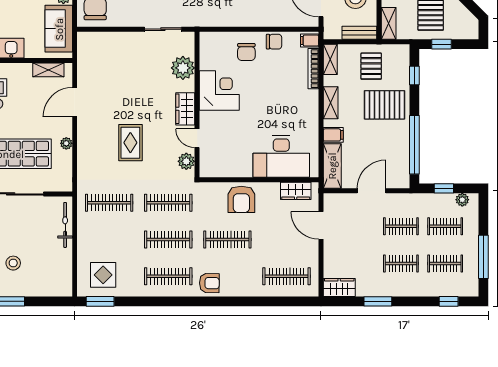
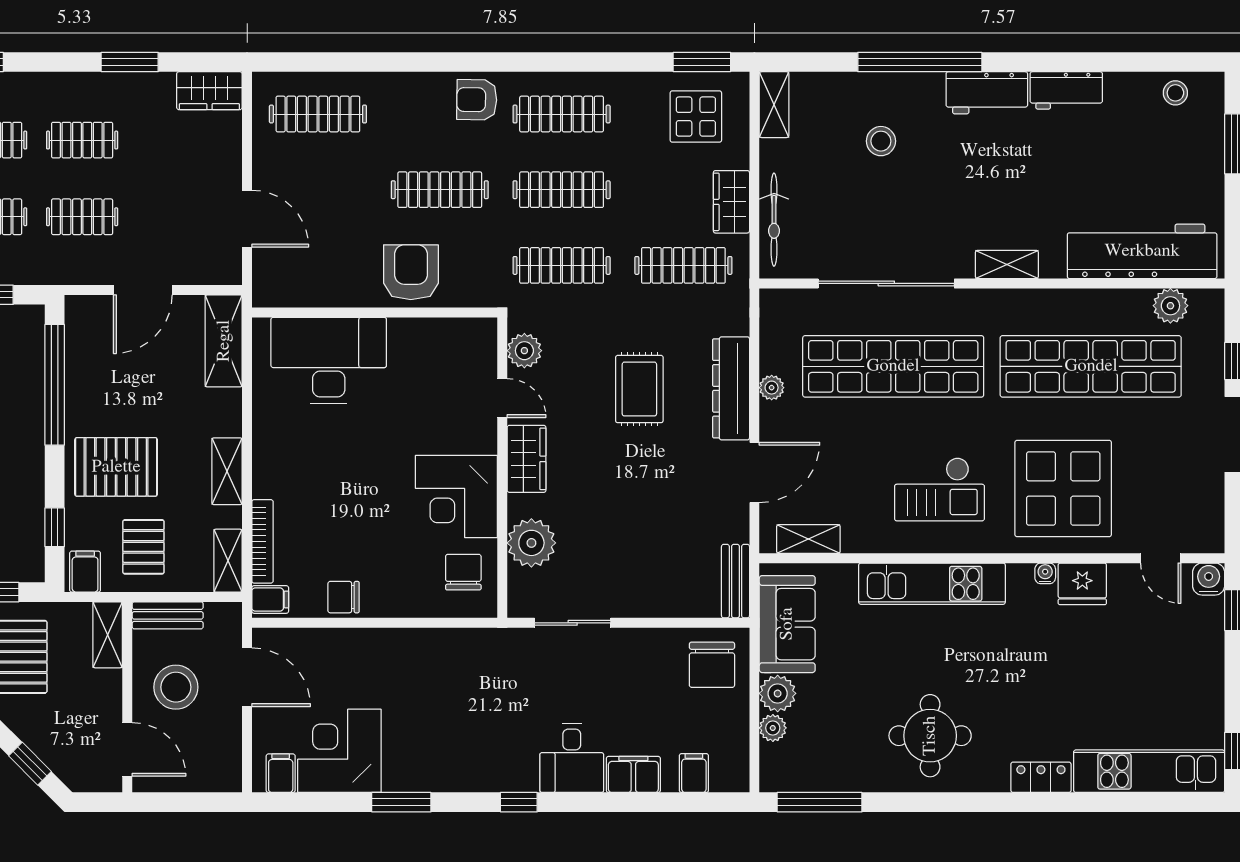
bench: (84, 49) -> (736, 581), added
chair: (246, 52) -> (463, 572), moved
filing cabinet: (333, 135) -> (85, 572), moved, turned 90
dresser: (86, 143) -> (731, 388), added
wardrobe: (296, 191) -> (731, 202), moved, turned -90
shelving: (65, 281) -> (774, 105), added

